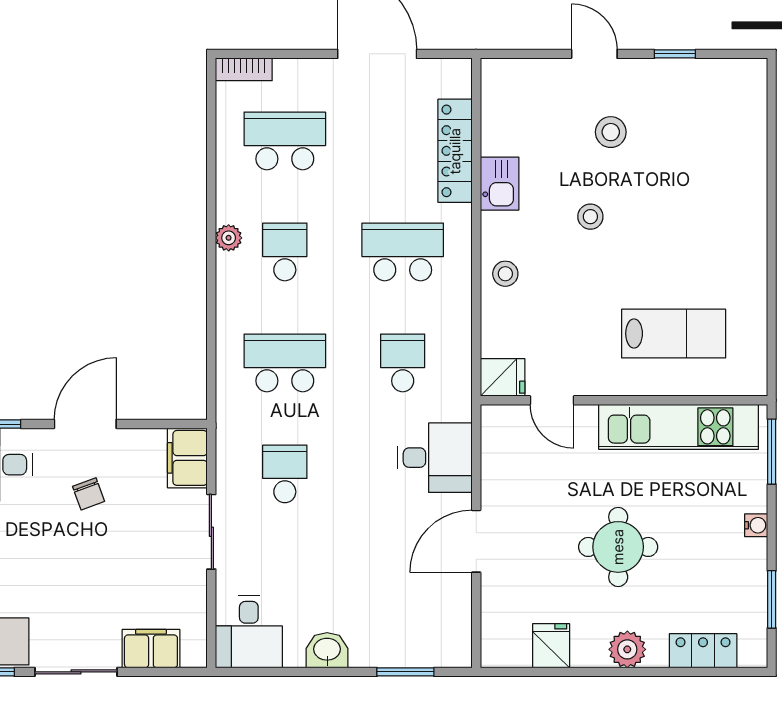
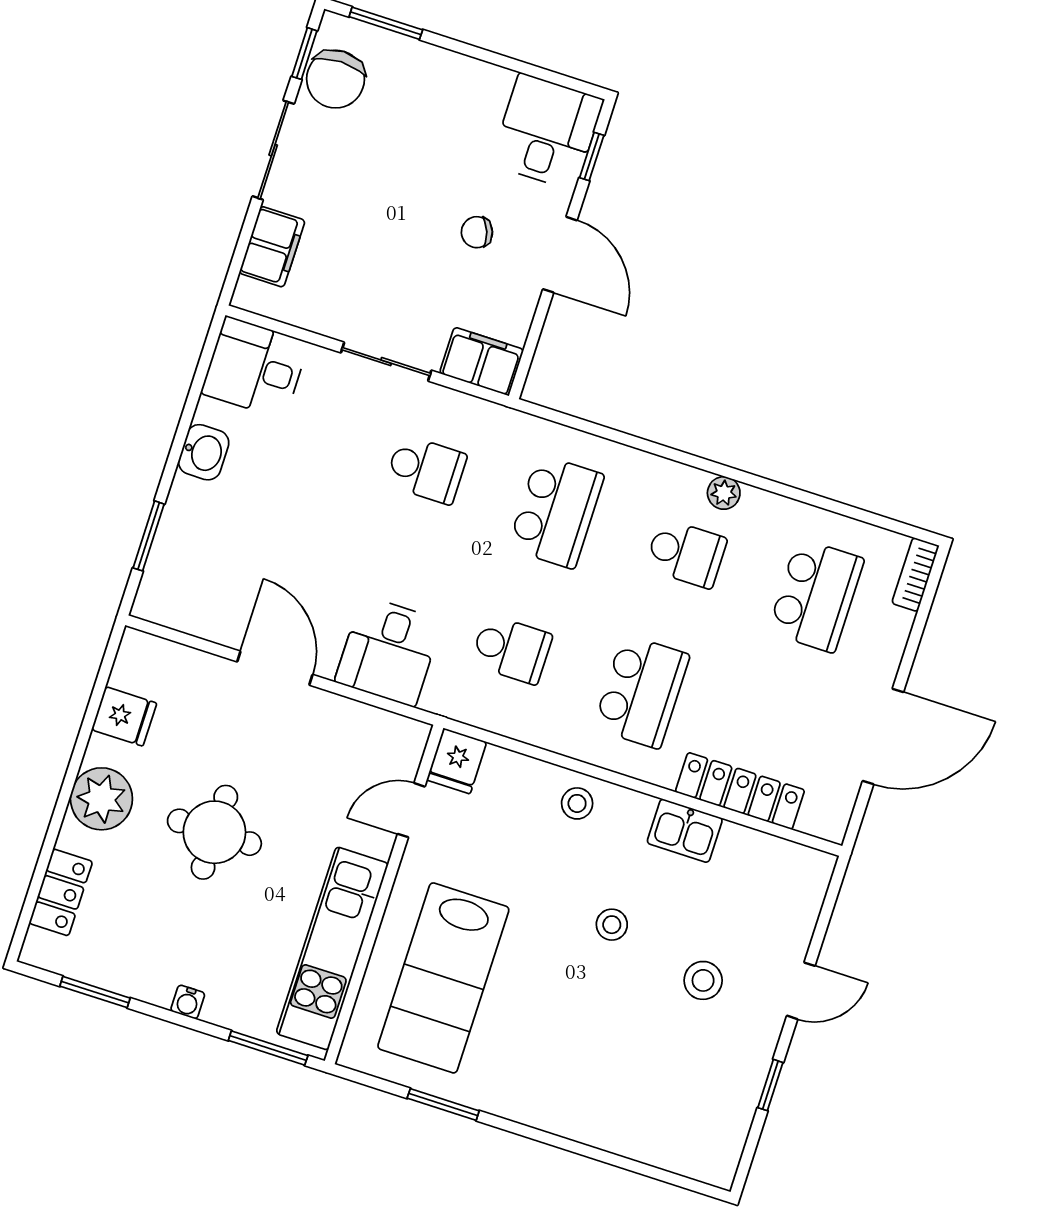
window: (772, 302) -> (443, 1105), added
lab bench: (674, 334) -> (443, 978), width x1.36, depth x1.39
plant: (627, 649) -> (101, 799), width x1.36, depth x1.36

